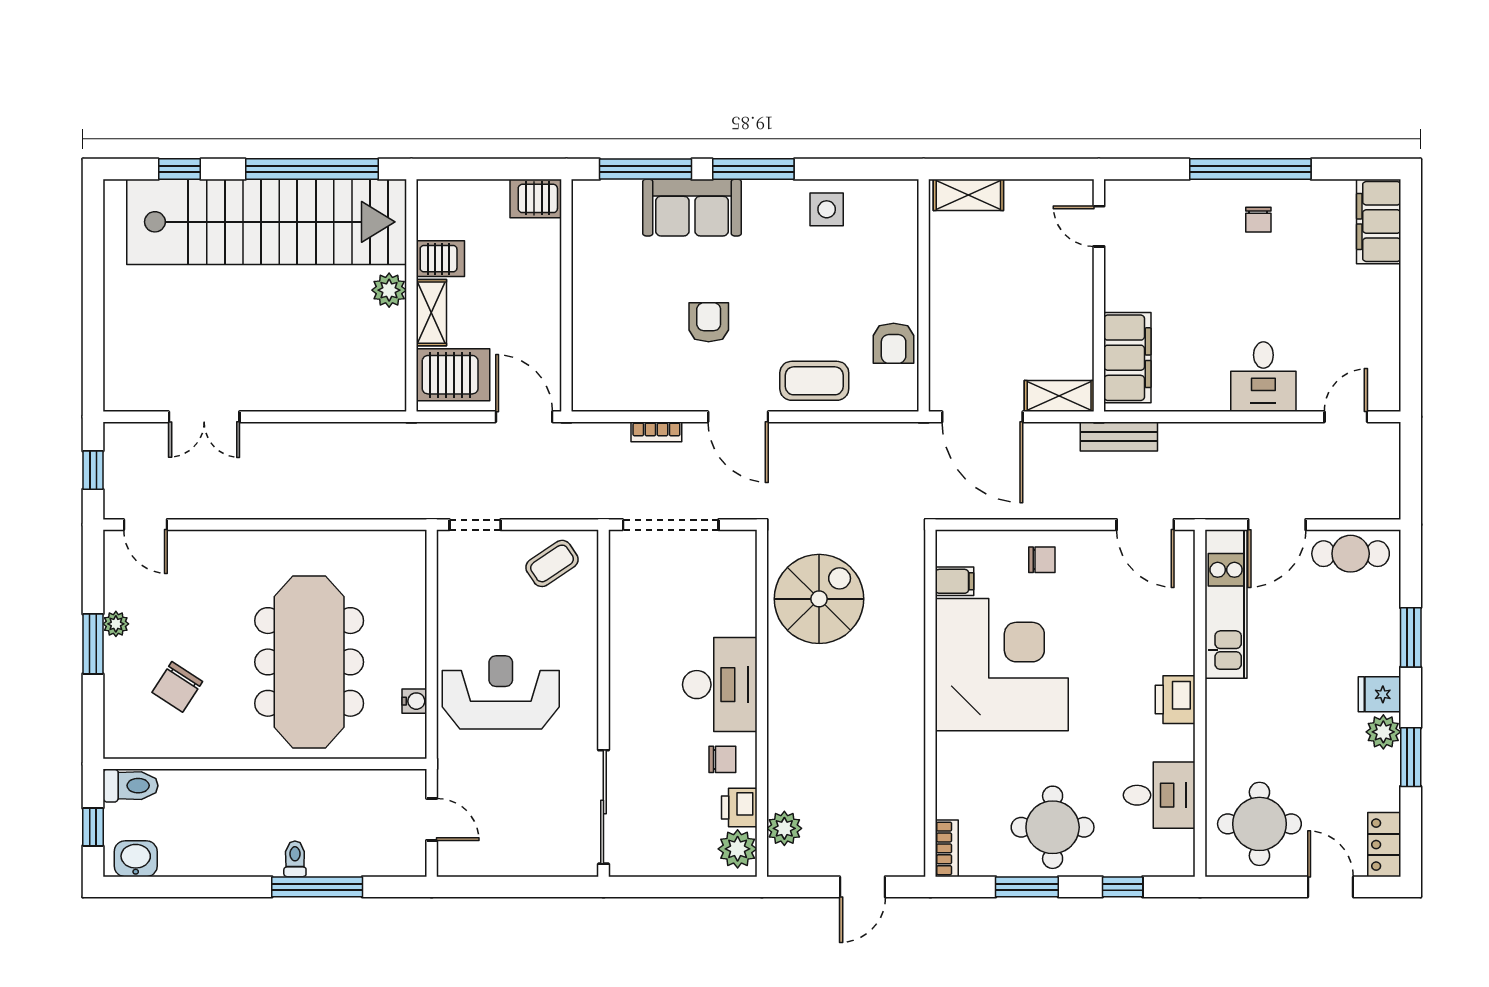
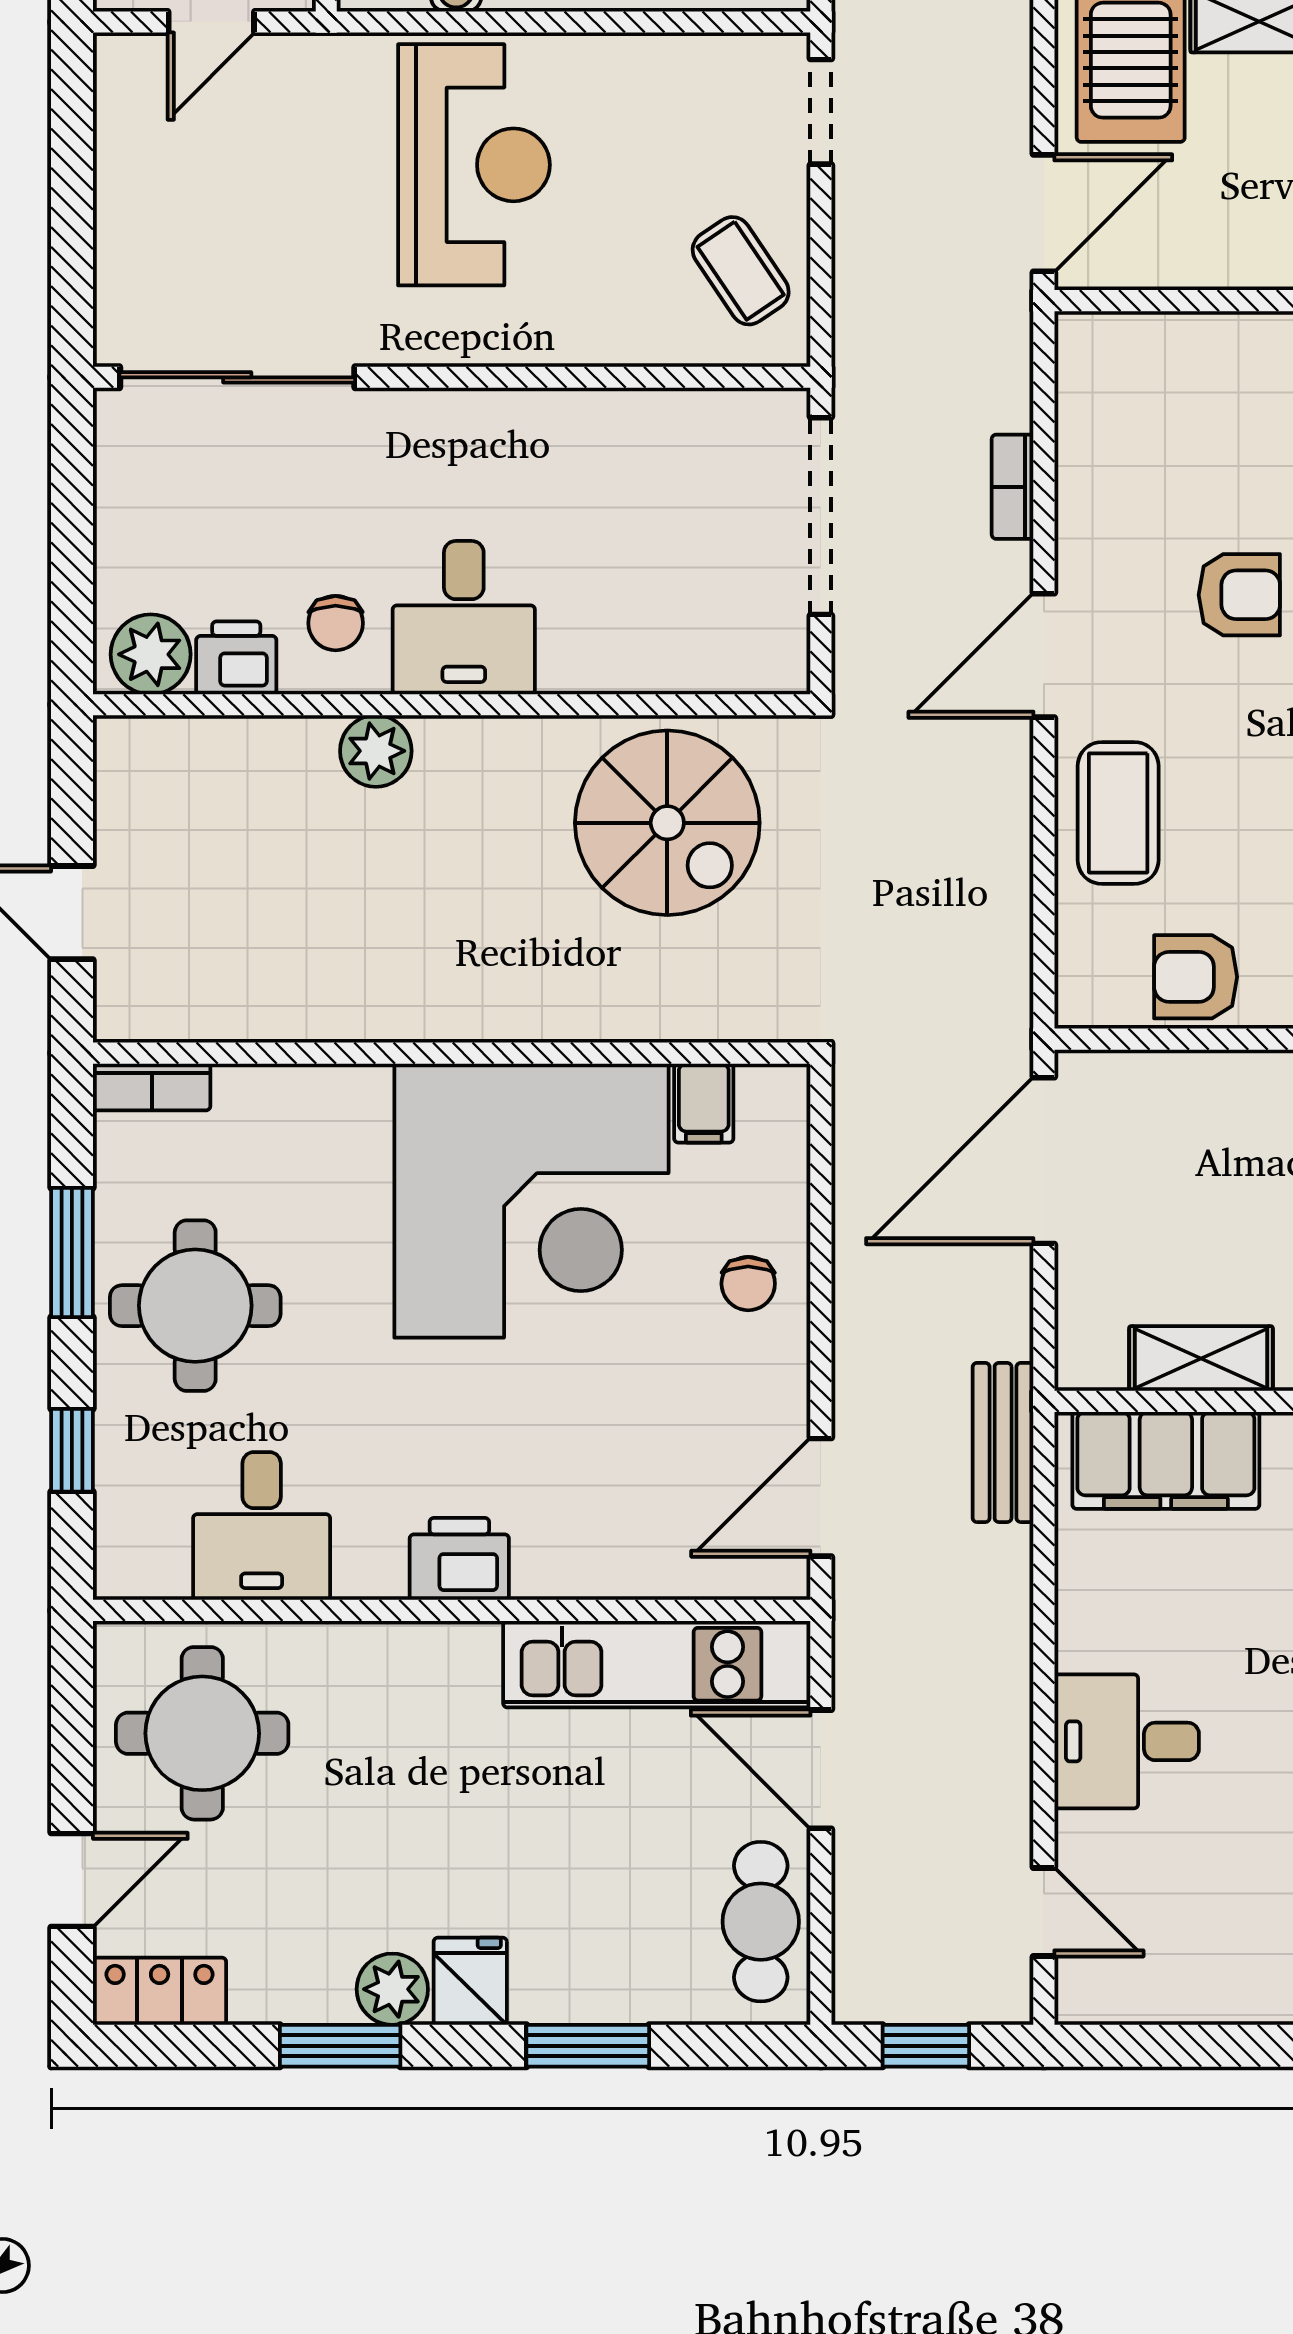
shelving: (1059, 396) -> (1201, 1359), moved, turned 90
window: (1411, 474) -> (926, 2046), added
desk: (720, 685) -> (464, 618), width x0.73
plant: (784, 828) -> (376, 751), moved

